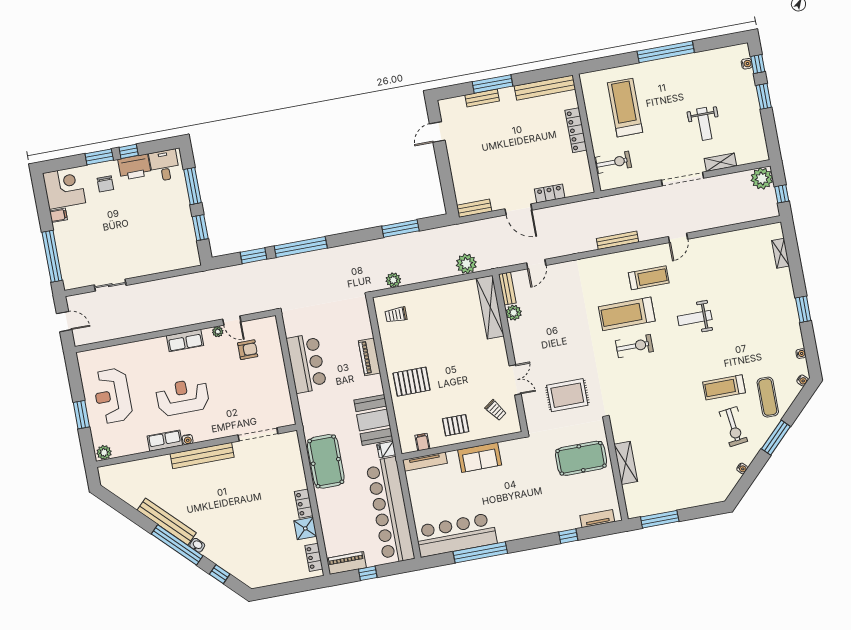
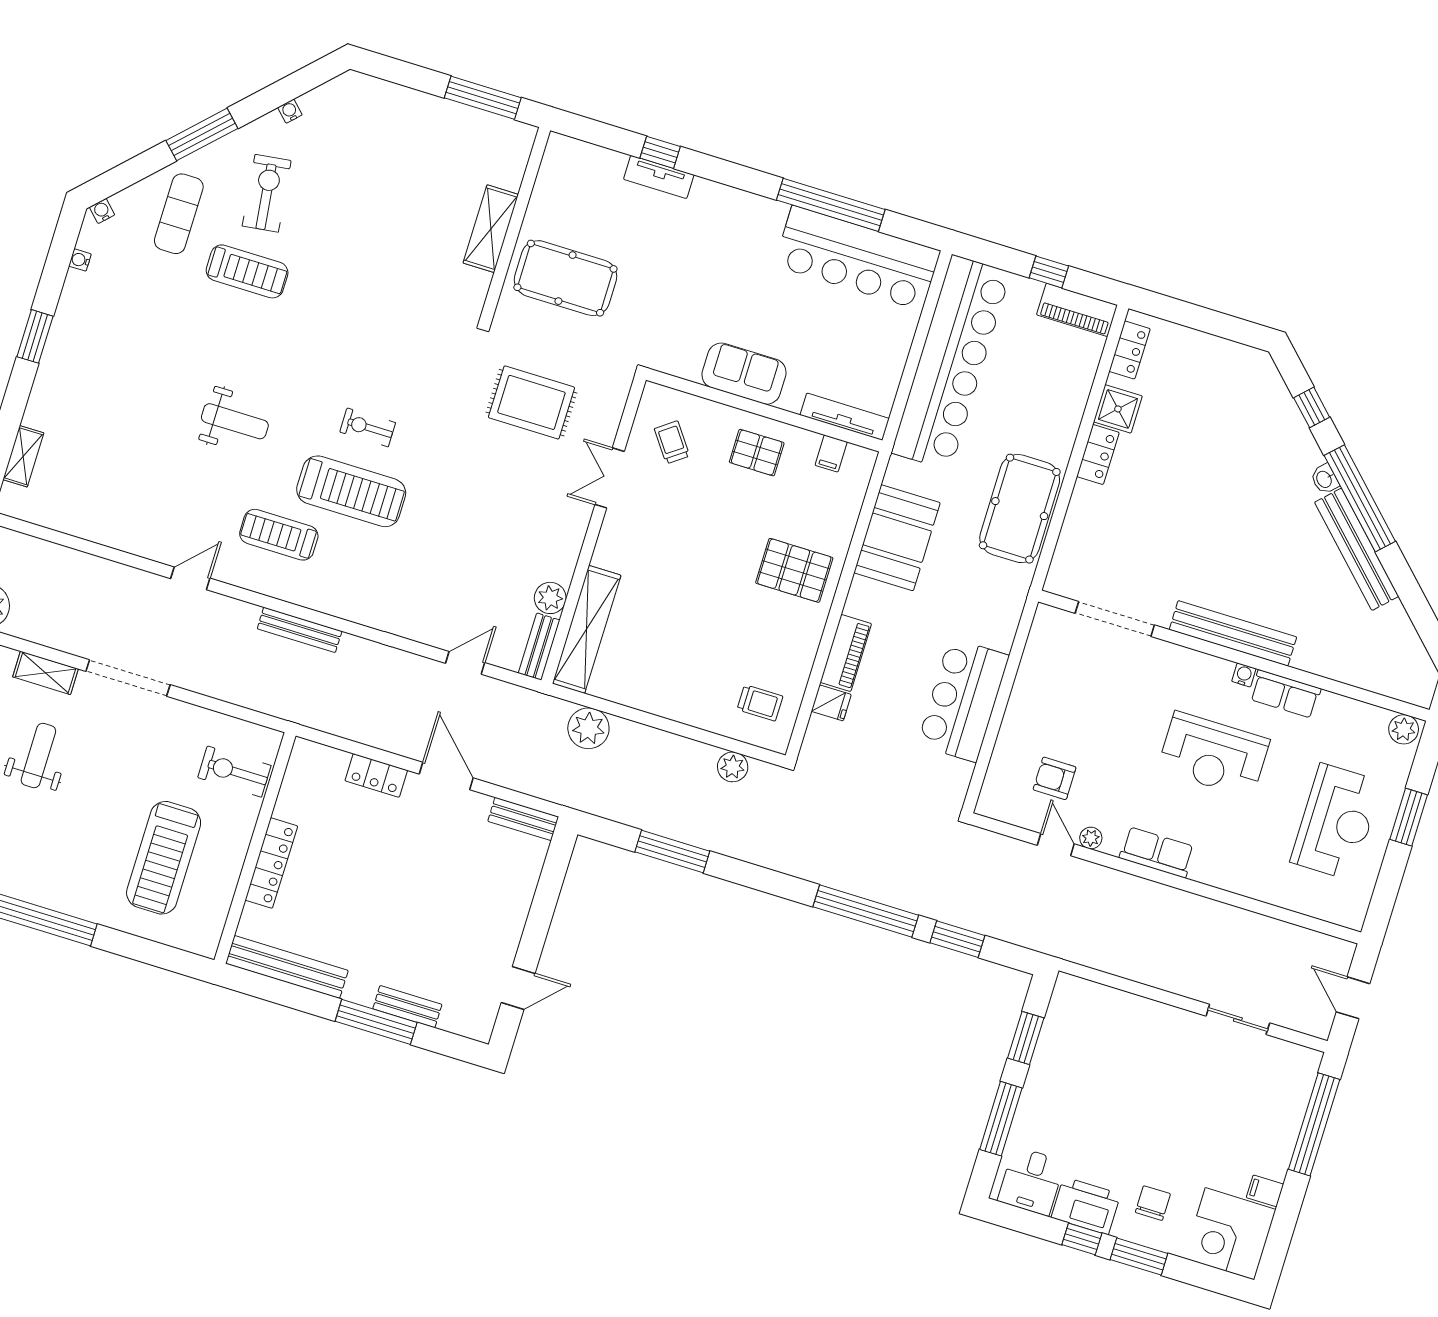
exercise bike: (634, 346) -> (368, 427), width x0.73, depth x0.72
fridge: (386, 449) -> (831, 703), moved
tv unit: (597, 519) -> (659, 177), moved

